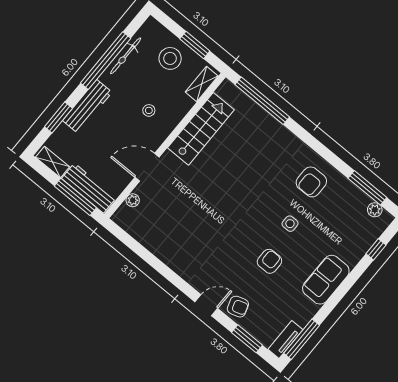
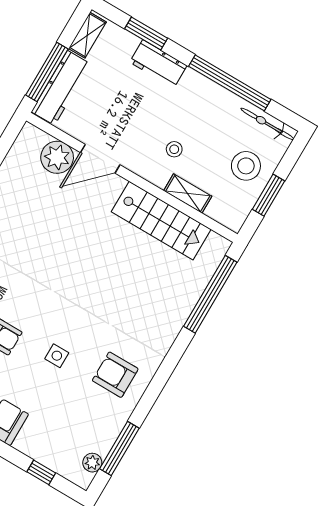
bicycle: (126, 56) -> (267, 124), moved
shelving: (202, 84) -> (188, 194), moved
workbench: (87, 106) -> (158, 64), width x0.73
door: (147, 167) -> (100, 159), swing flipped
plant: (133, 200) -> (57, 157), width x1.88, depth x1.88

